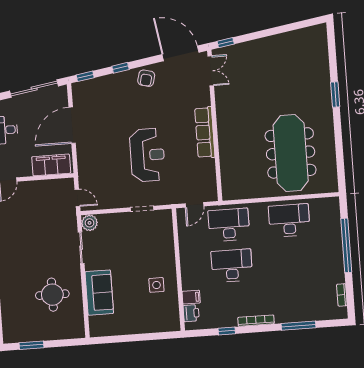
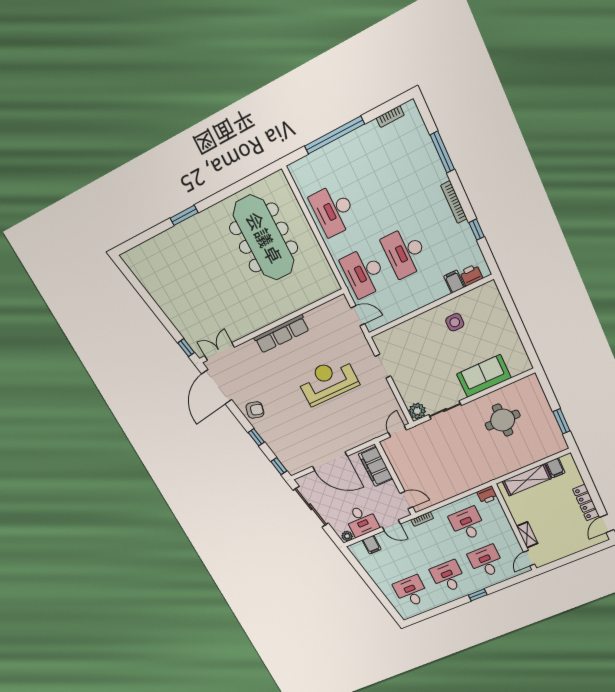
meeting table: (291, 153) -> (264, 238), turned 90

